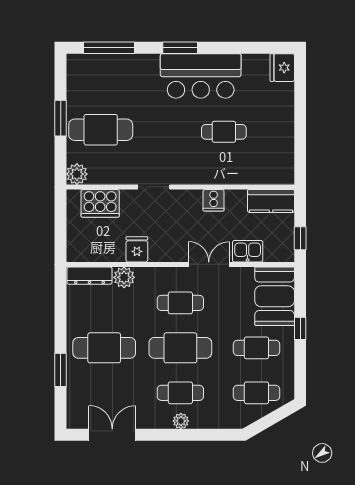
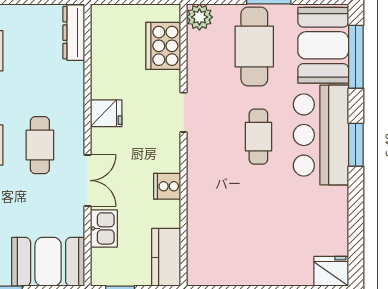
booth: (100, 74) -> (323, 45), added
bar counter: (201, 76) -> (321, 135), moved
cafe table: (224, 132) -> (258, 137), moved
fridge: (137, 249) -> (106, 113), moved
plant: (124, 277) -> (72, 75), removed

